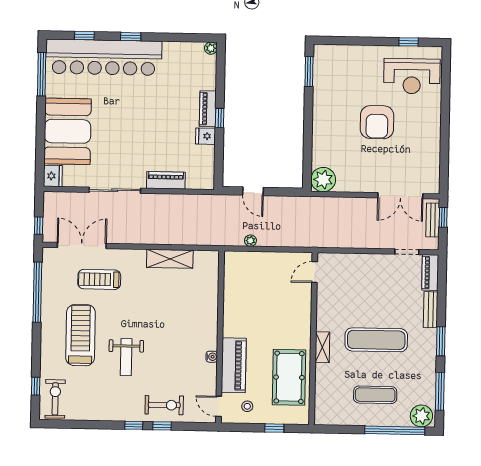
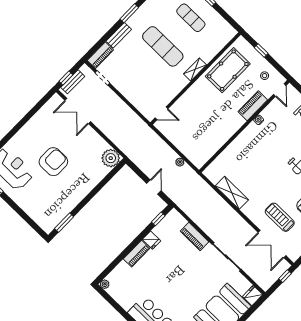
window: (220, 118) -> (158, 219), moved
double door: (400, 196) -> (78, 111), swing flipped
treadmill: (99, 279) -> (280, 217), turned 180
piano: (234, 365) -> (253, 106), width x0.73, depth x0.75

